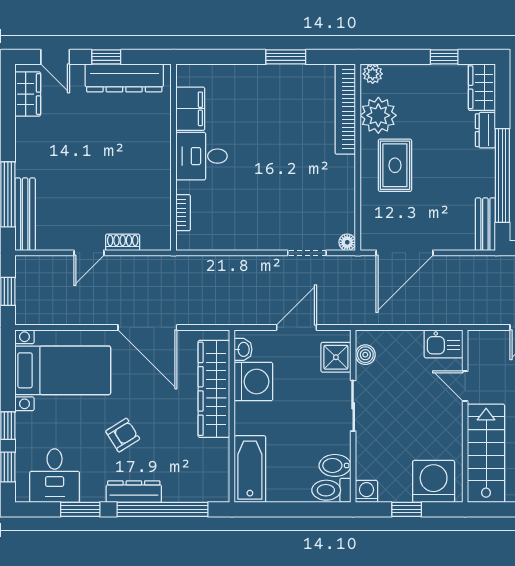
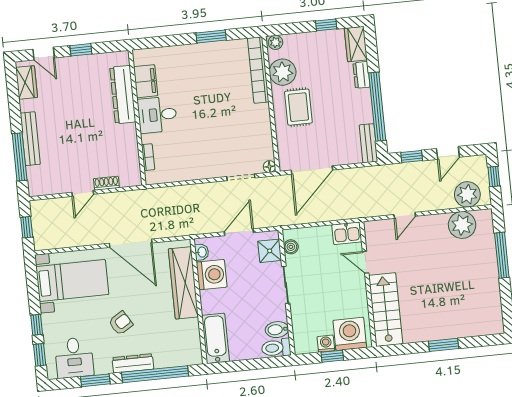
dresser: (124, 78) -> (123, 95), moved, turned 90
bench: (25, 214) -> (30, 139), moved
washing machine: (367, 491) -> (326, 344), moved

